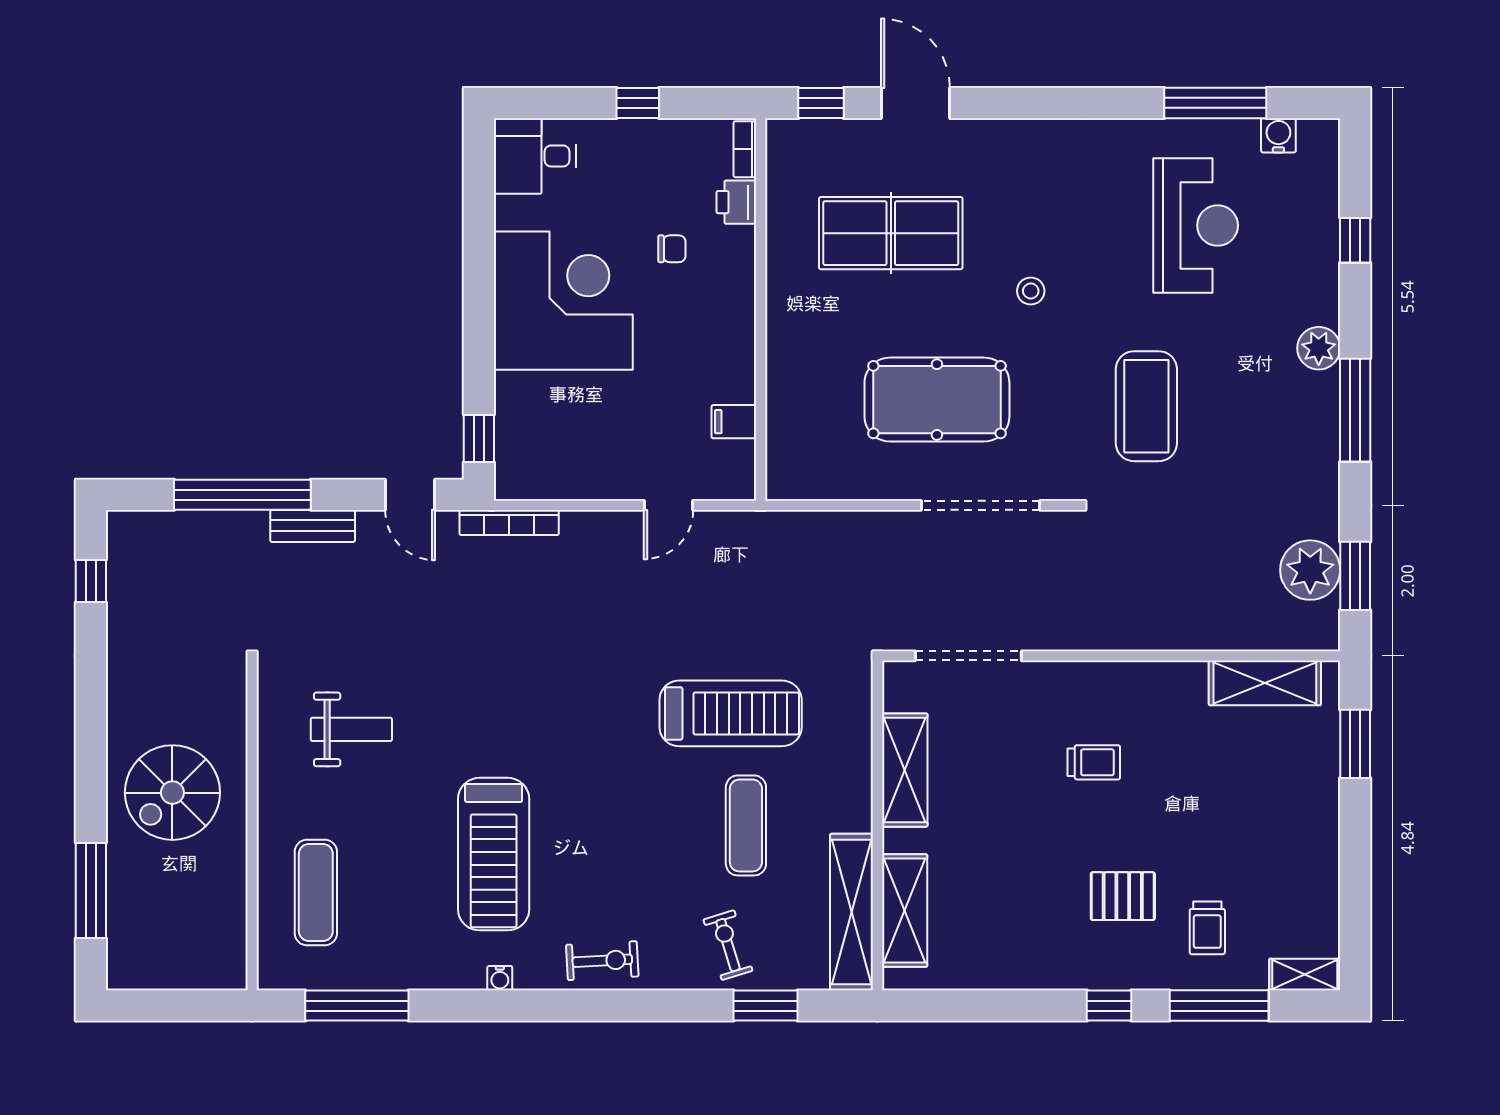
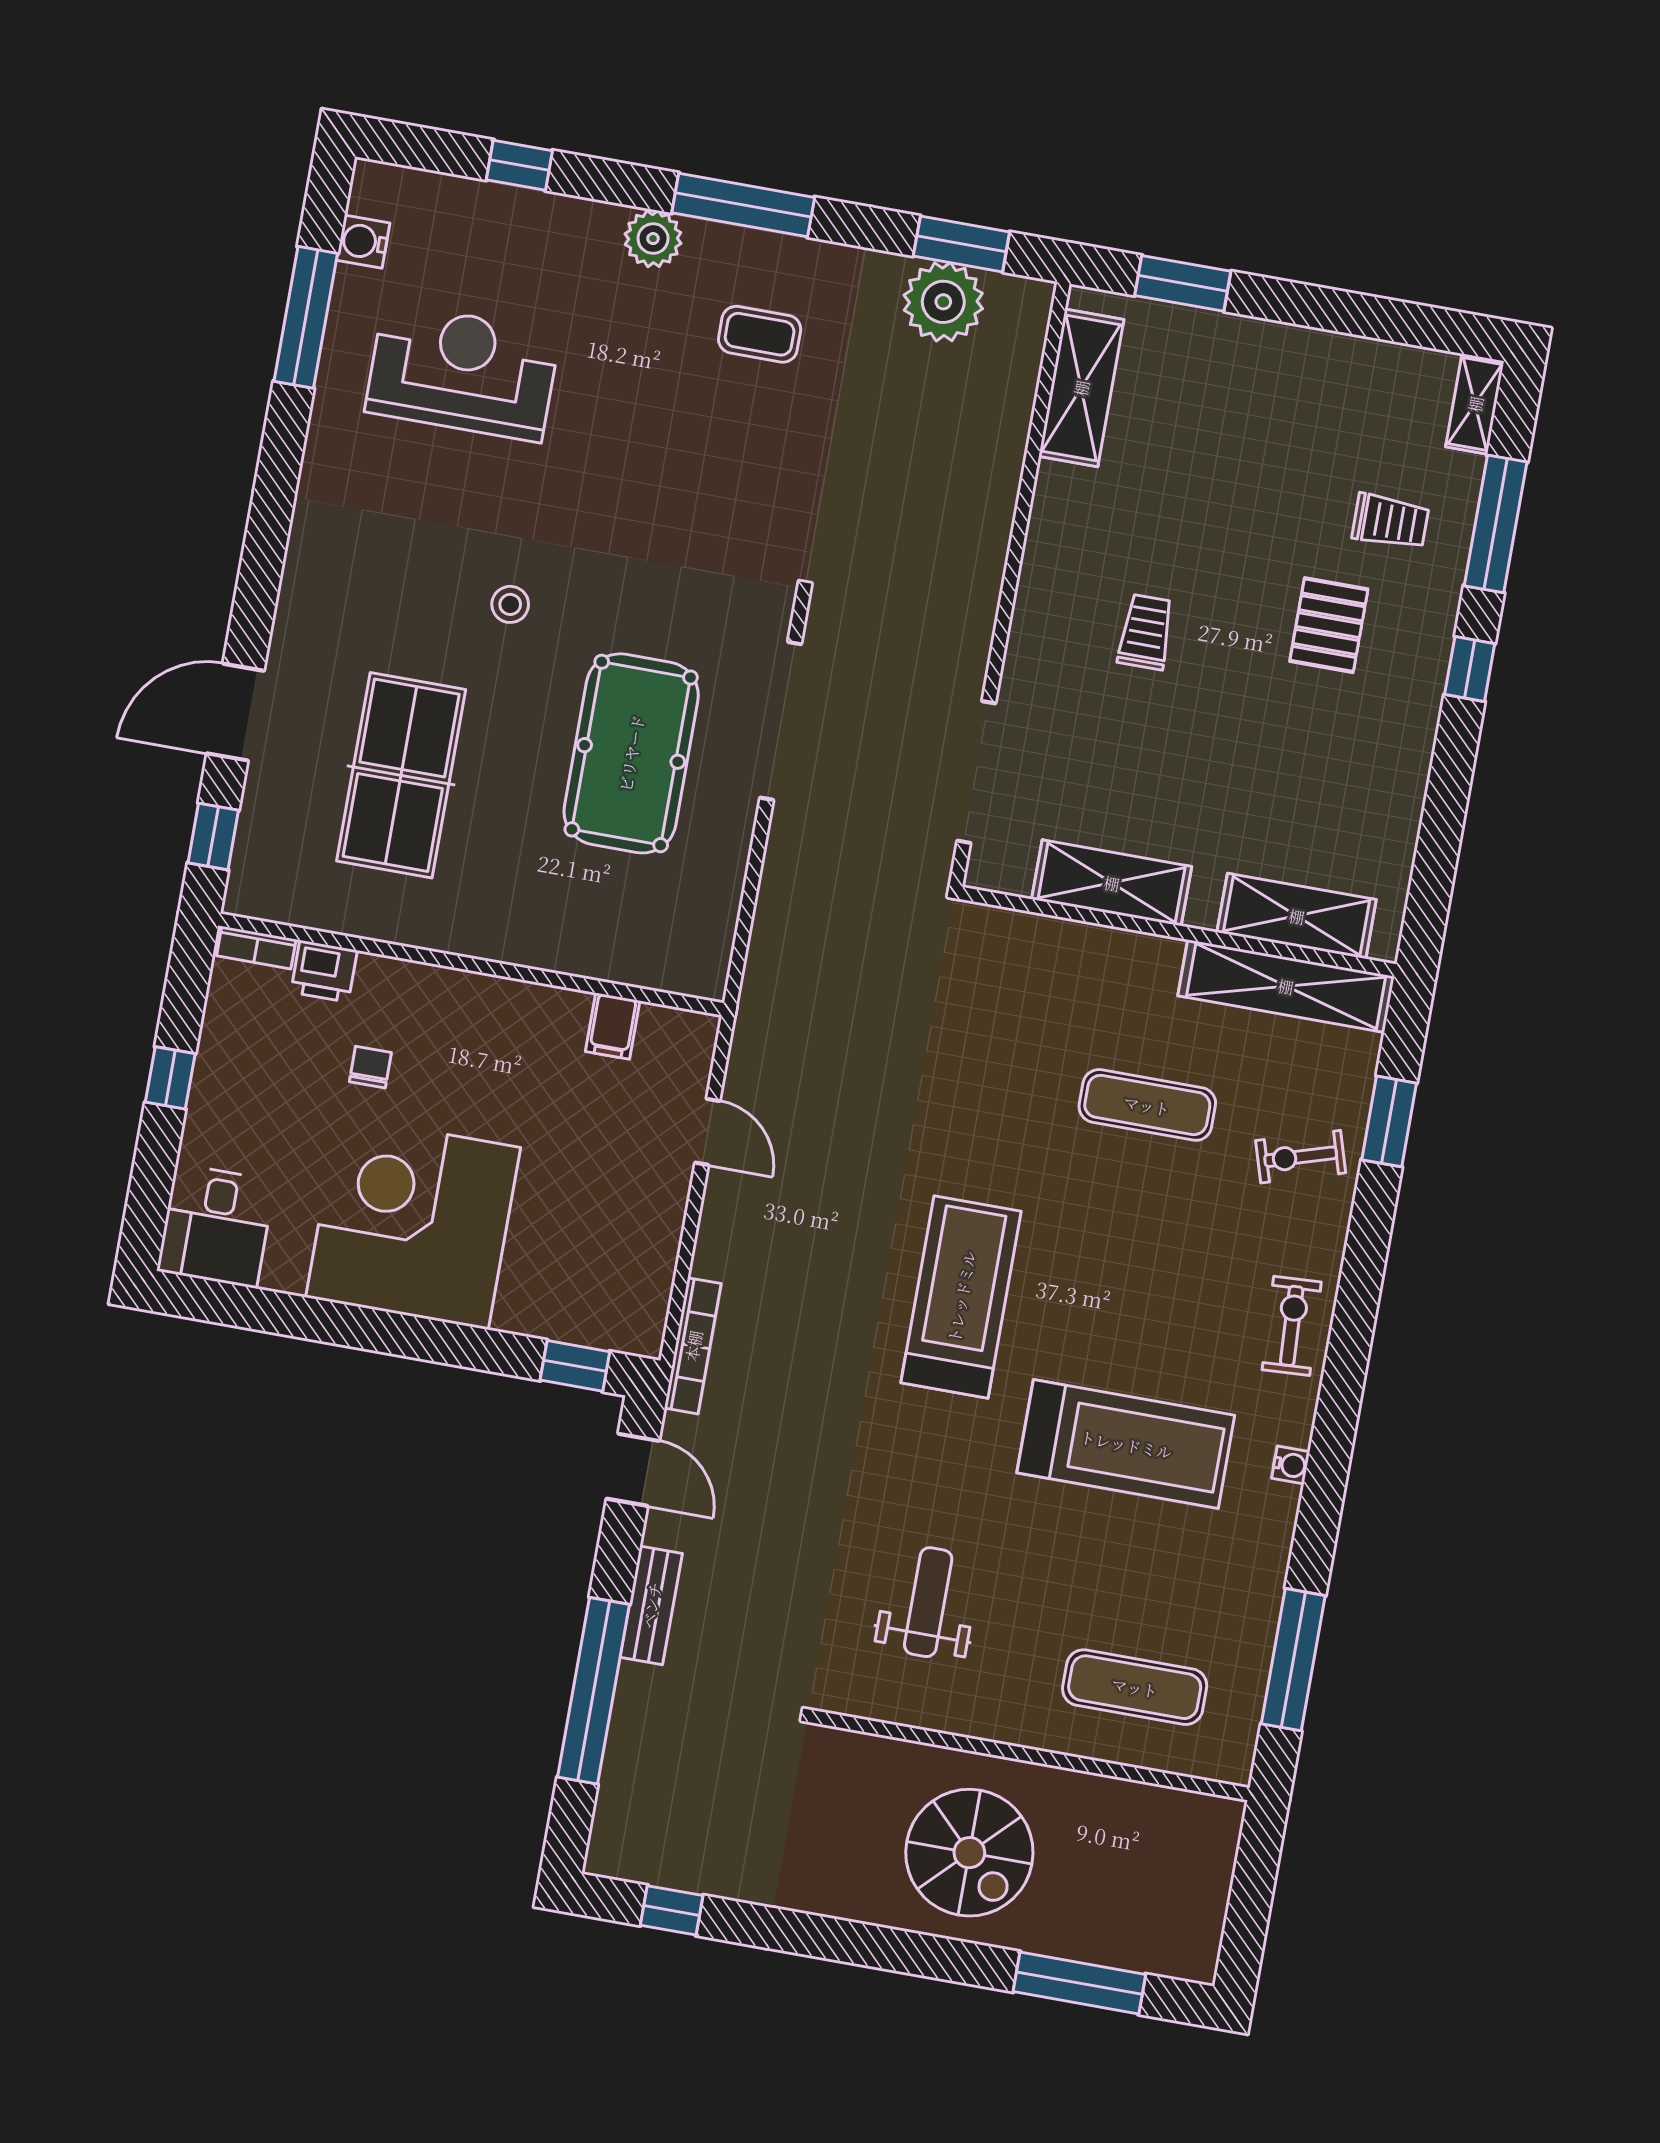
coffee table: (1146, 406) -> (760, 334), moved, width x0.54, depth x0.58
door: (410, 495) -> (633, 1470), hinge flipped
treadmill: (731, 713) -> (961, 1297), moved

